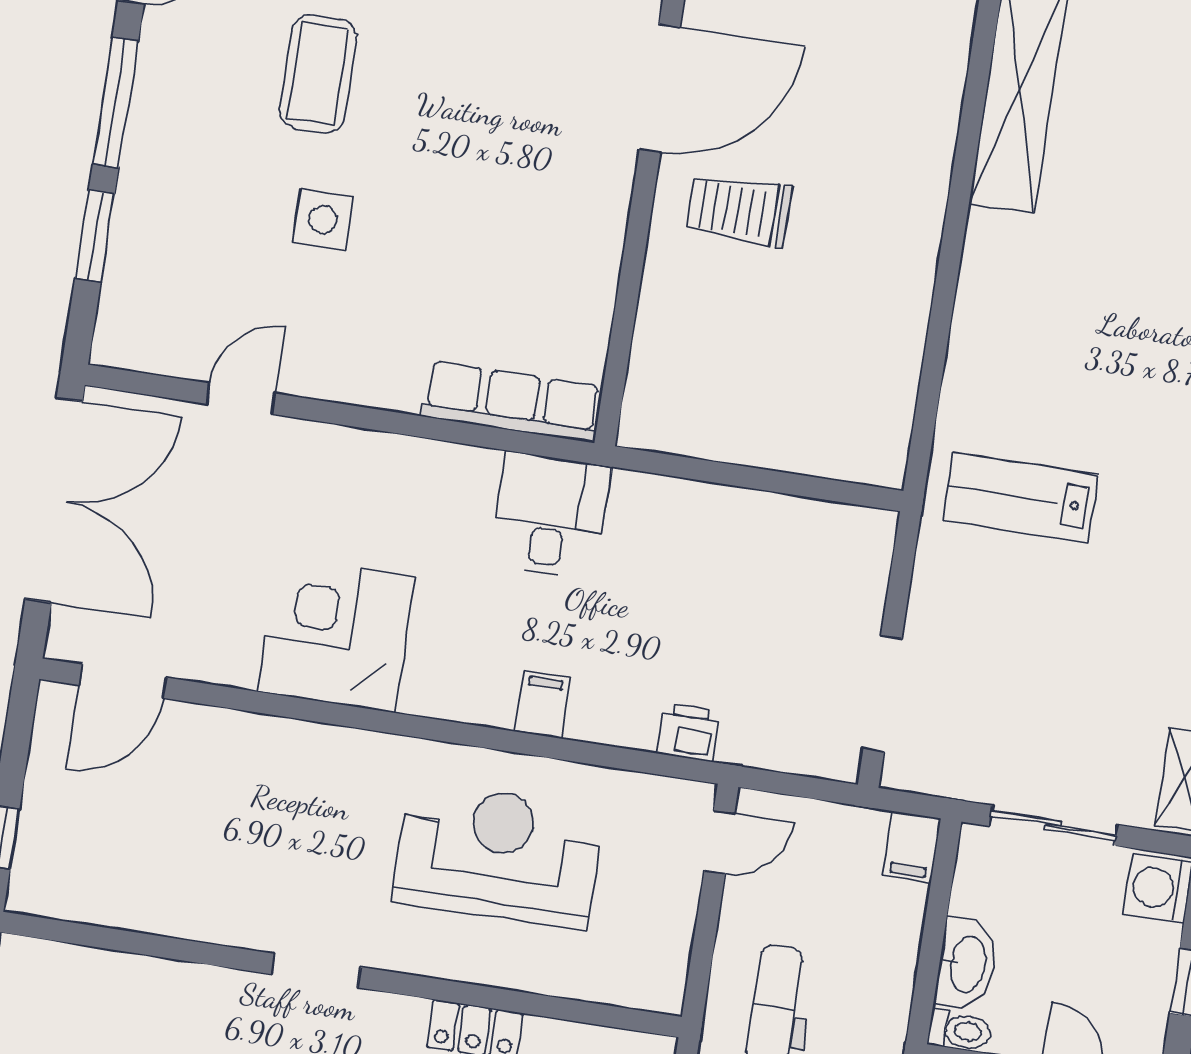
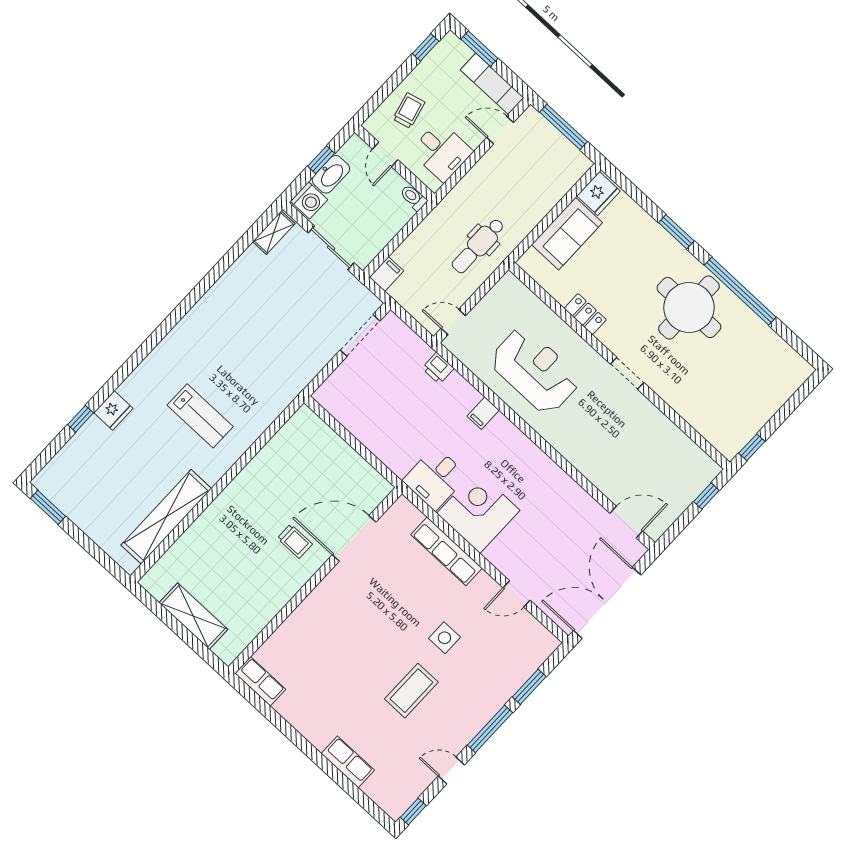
door: (660, 88) -> (354, 538), moved
trolley: (739, 210) -> (295, 541), width x0.73, depth x0.72
row of seats: (512, 402) -> (446, 551), moved
lab bench: (1020, 498) -> (200, 416), moved
corner desk: (337, 634) -> (478, 512), moved, turned 180
reception desk: (498, 855) -> (535, 371), turned 180
washbasin: (967, 964) -> (331, 174), moved, turned 180

